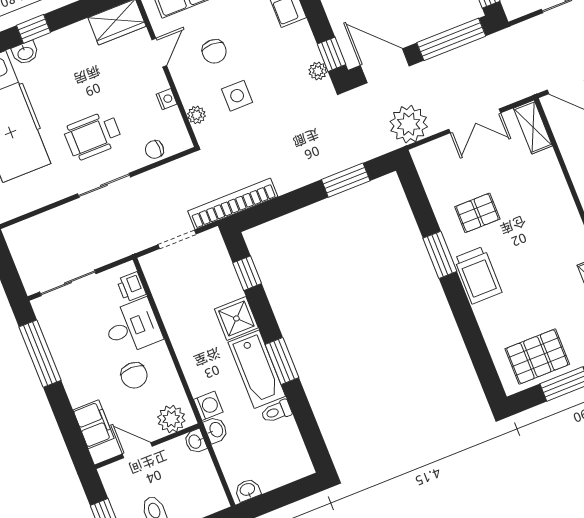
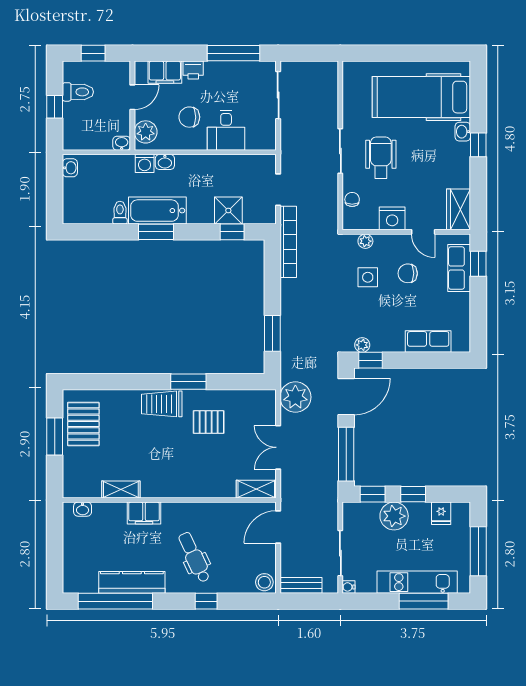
nightstand: (167, 99) -> (392, 218), width x1.89, depth x1.79
pallet: (477, 213) -> (209, 422), turned 90
printer: (131, 287) -> (193, 70), moved, turned 180
shower: (236, 318) -> (228, 210), moved
washbasin: (216, 430) -> (165, 162), moved

